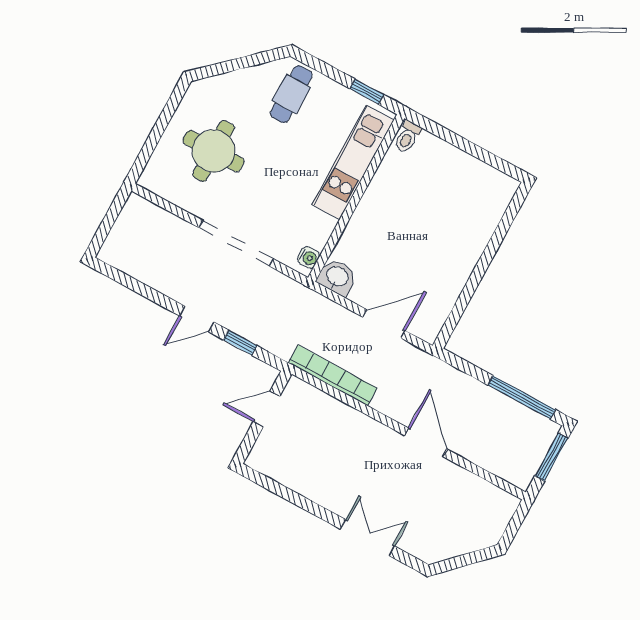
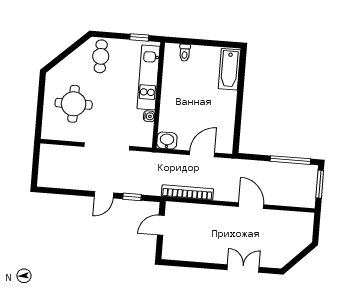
toilet: (408, 137) -> (185, 53), moved
bathtub: (489, 208) -> (229, 69), added
water cooler: (308, 257) -> (149, 116), moved

